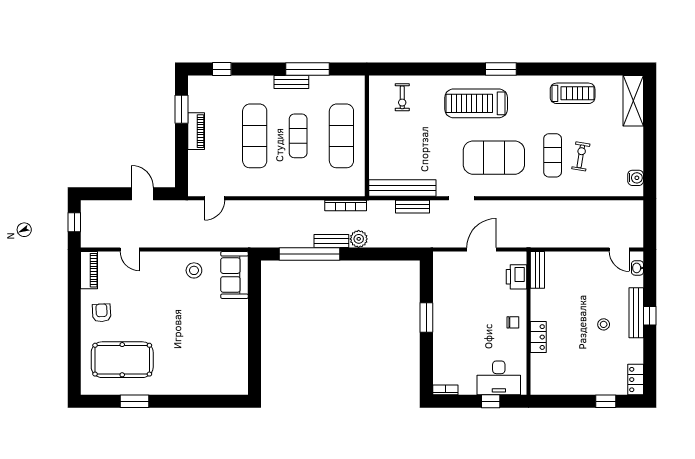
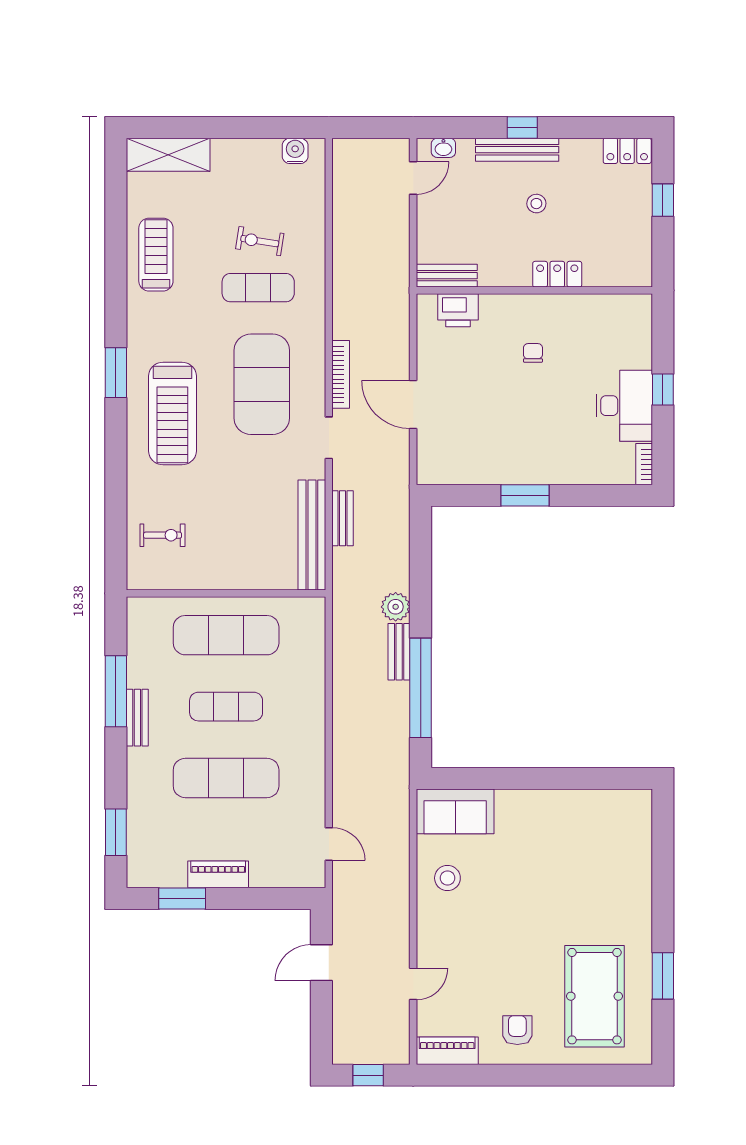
window: (222, 69) -> (116, 832), width x1.50
bookcase: (346, 206) -> (341, 374), moved
bench: (537, 270) -> (447, 276), moved
printer: (516, 277) -> (458, 310), moved
armchair: (102, 313) -> (517, 1030), turned 93
wall: (528, 323) -> (534, 290), moved
locker: (538, 337) -> (557, 274), moved
desk: (499, 378) -> (624, 406), moved

